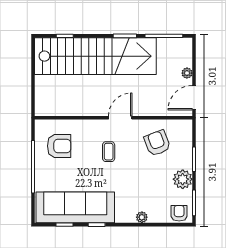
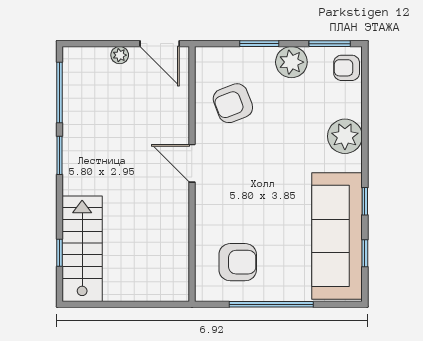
stairs: (95, 56) -> (82, 249), width x0.54, depth x0.66
armchair: (59, 146) -> (238, 262), turned 90
coffee table: (109, 152) -> (247, 182), removed
plant: (142, 217) -> (345, 136), width x1.87, depth x1.87

